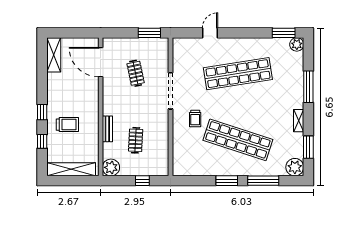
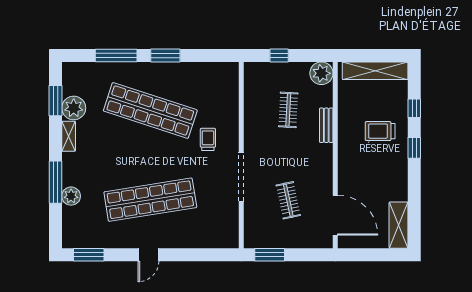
door: (210, 33) -> (148, 255), moved
plant: (297, 44) -> (71, 196), moved
plant: (295, 167) -> (74, 108), moved

